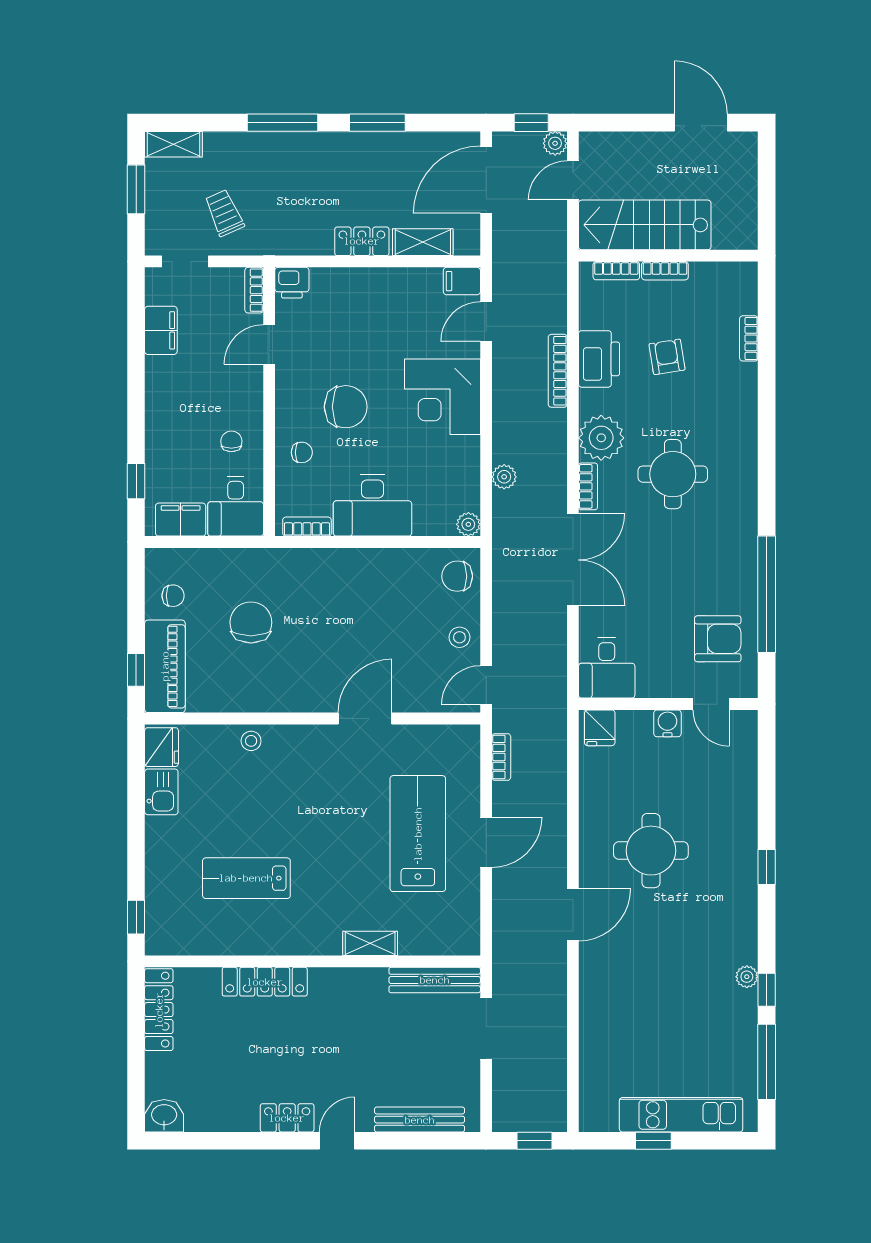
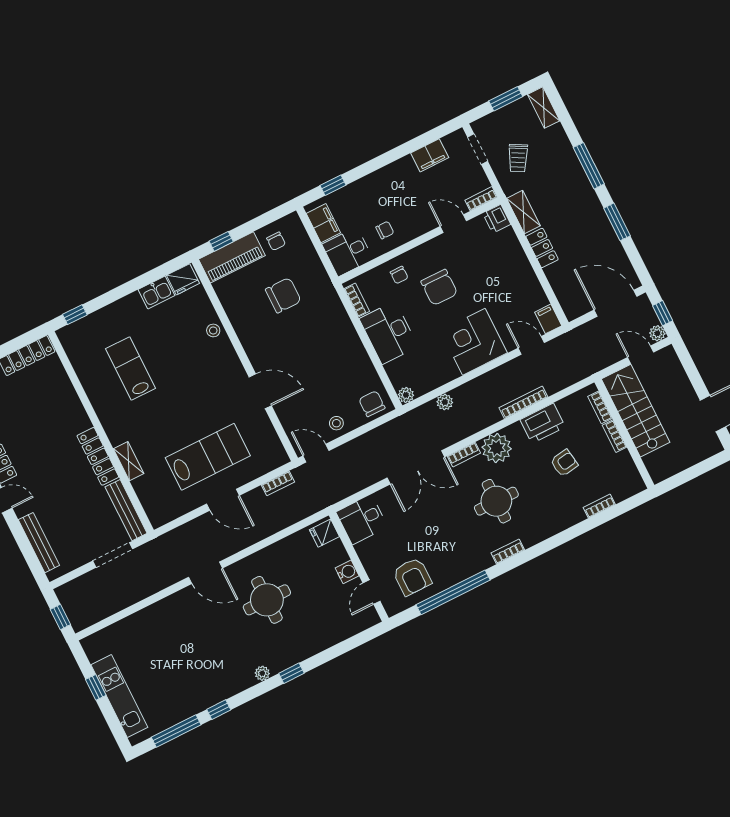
trolley: (224, 213) -> (518, 158), turned 143
shelving: (423, 242) -> (523, 212), moved
bookcase: (748, 493) -> (508, 551), added
plant: (747, 977) -> (262, 673), moved
locker: (265, 982) -> (98, 456), moved

